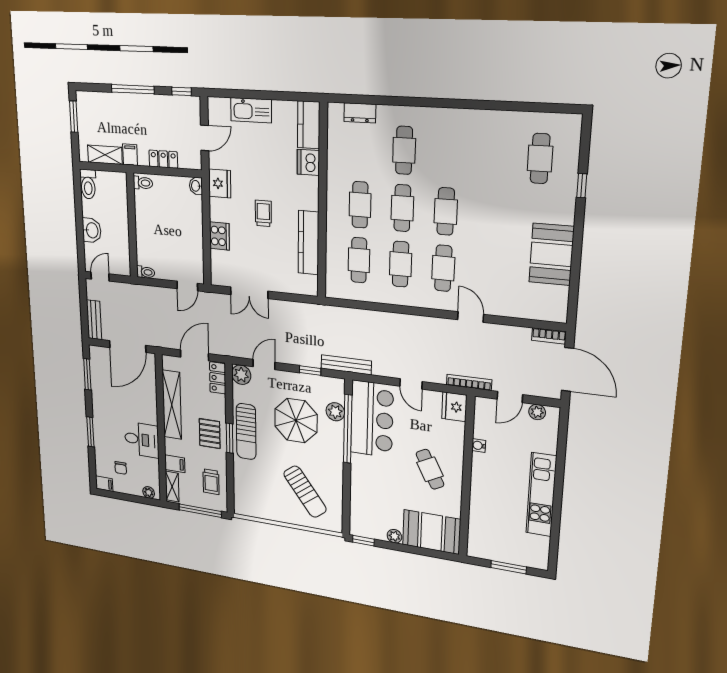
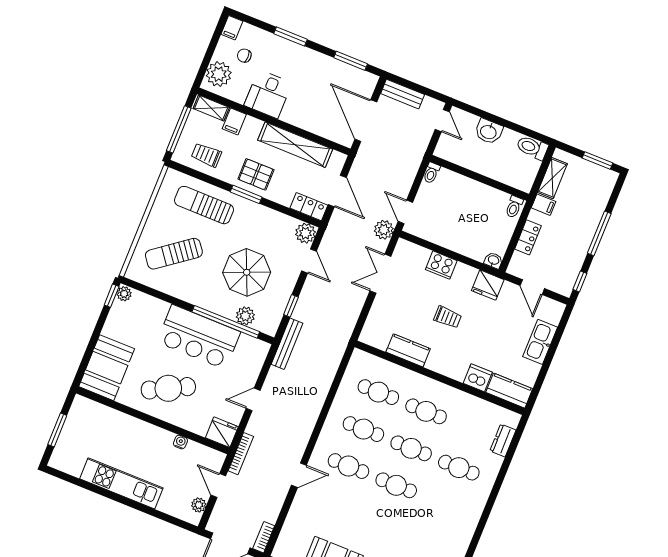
kitchen counter: (308, 243) -> (408, 350), width x0.67
plant: (210, 302) -> (384, 230), added
bar counter: (372, 419) -> (199, 337), moved
sun lounger: (246, 432) -> (204, 205), moved
cafe table: (430, 469) -> (168, 388), width x1.37, depth x1.35
plant: (149, 492) -> (219, 74), width x1.87, depth x1.87
plant: (394, 536) -> (124, 294), moved

